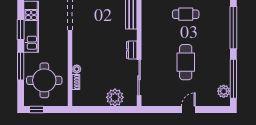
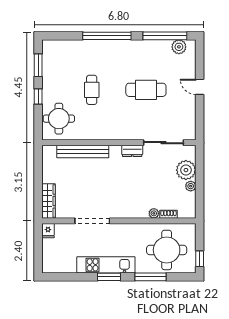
plant: (101, 102) -> (191, 186), added

